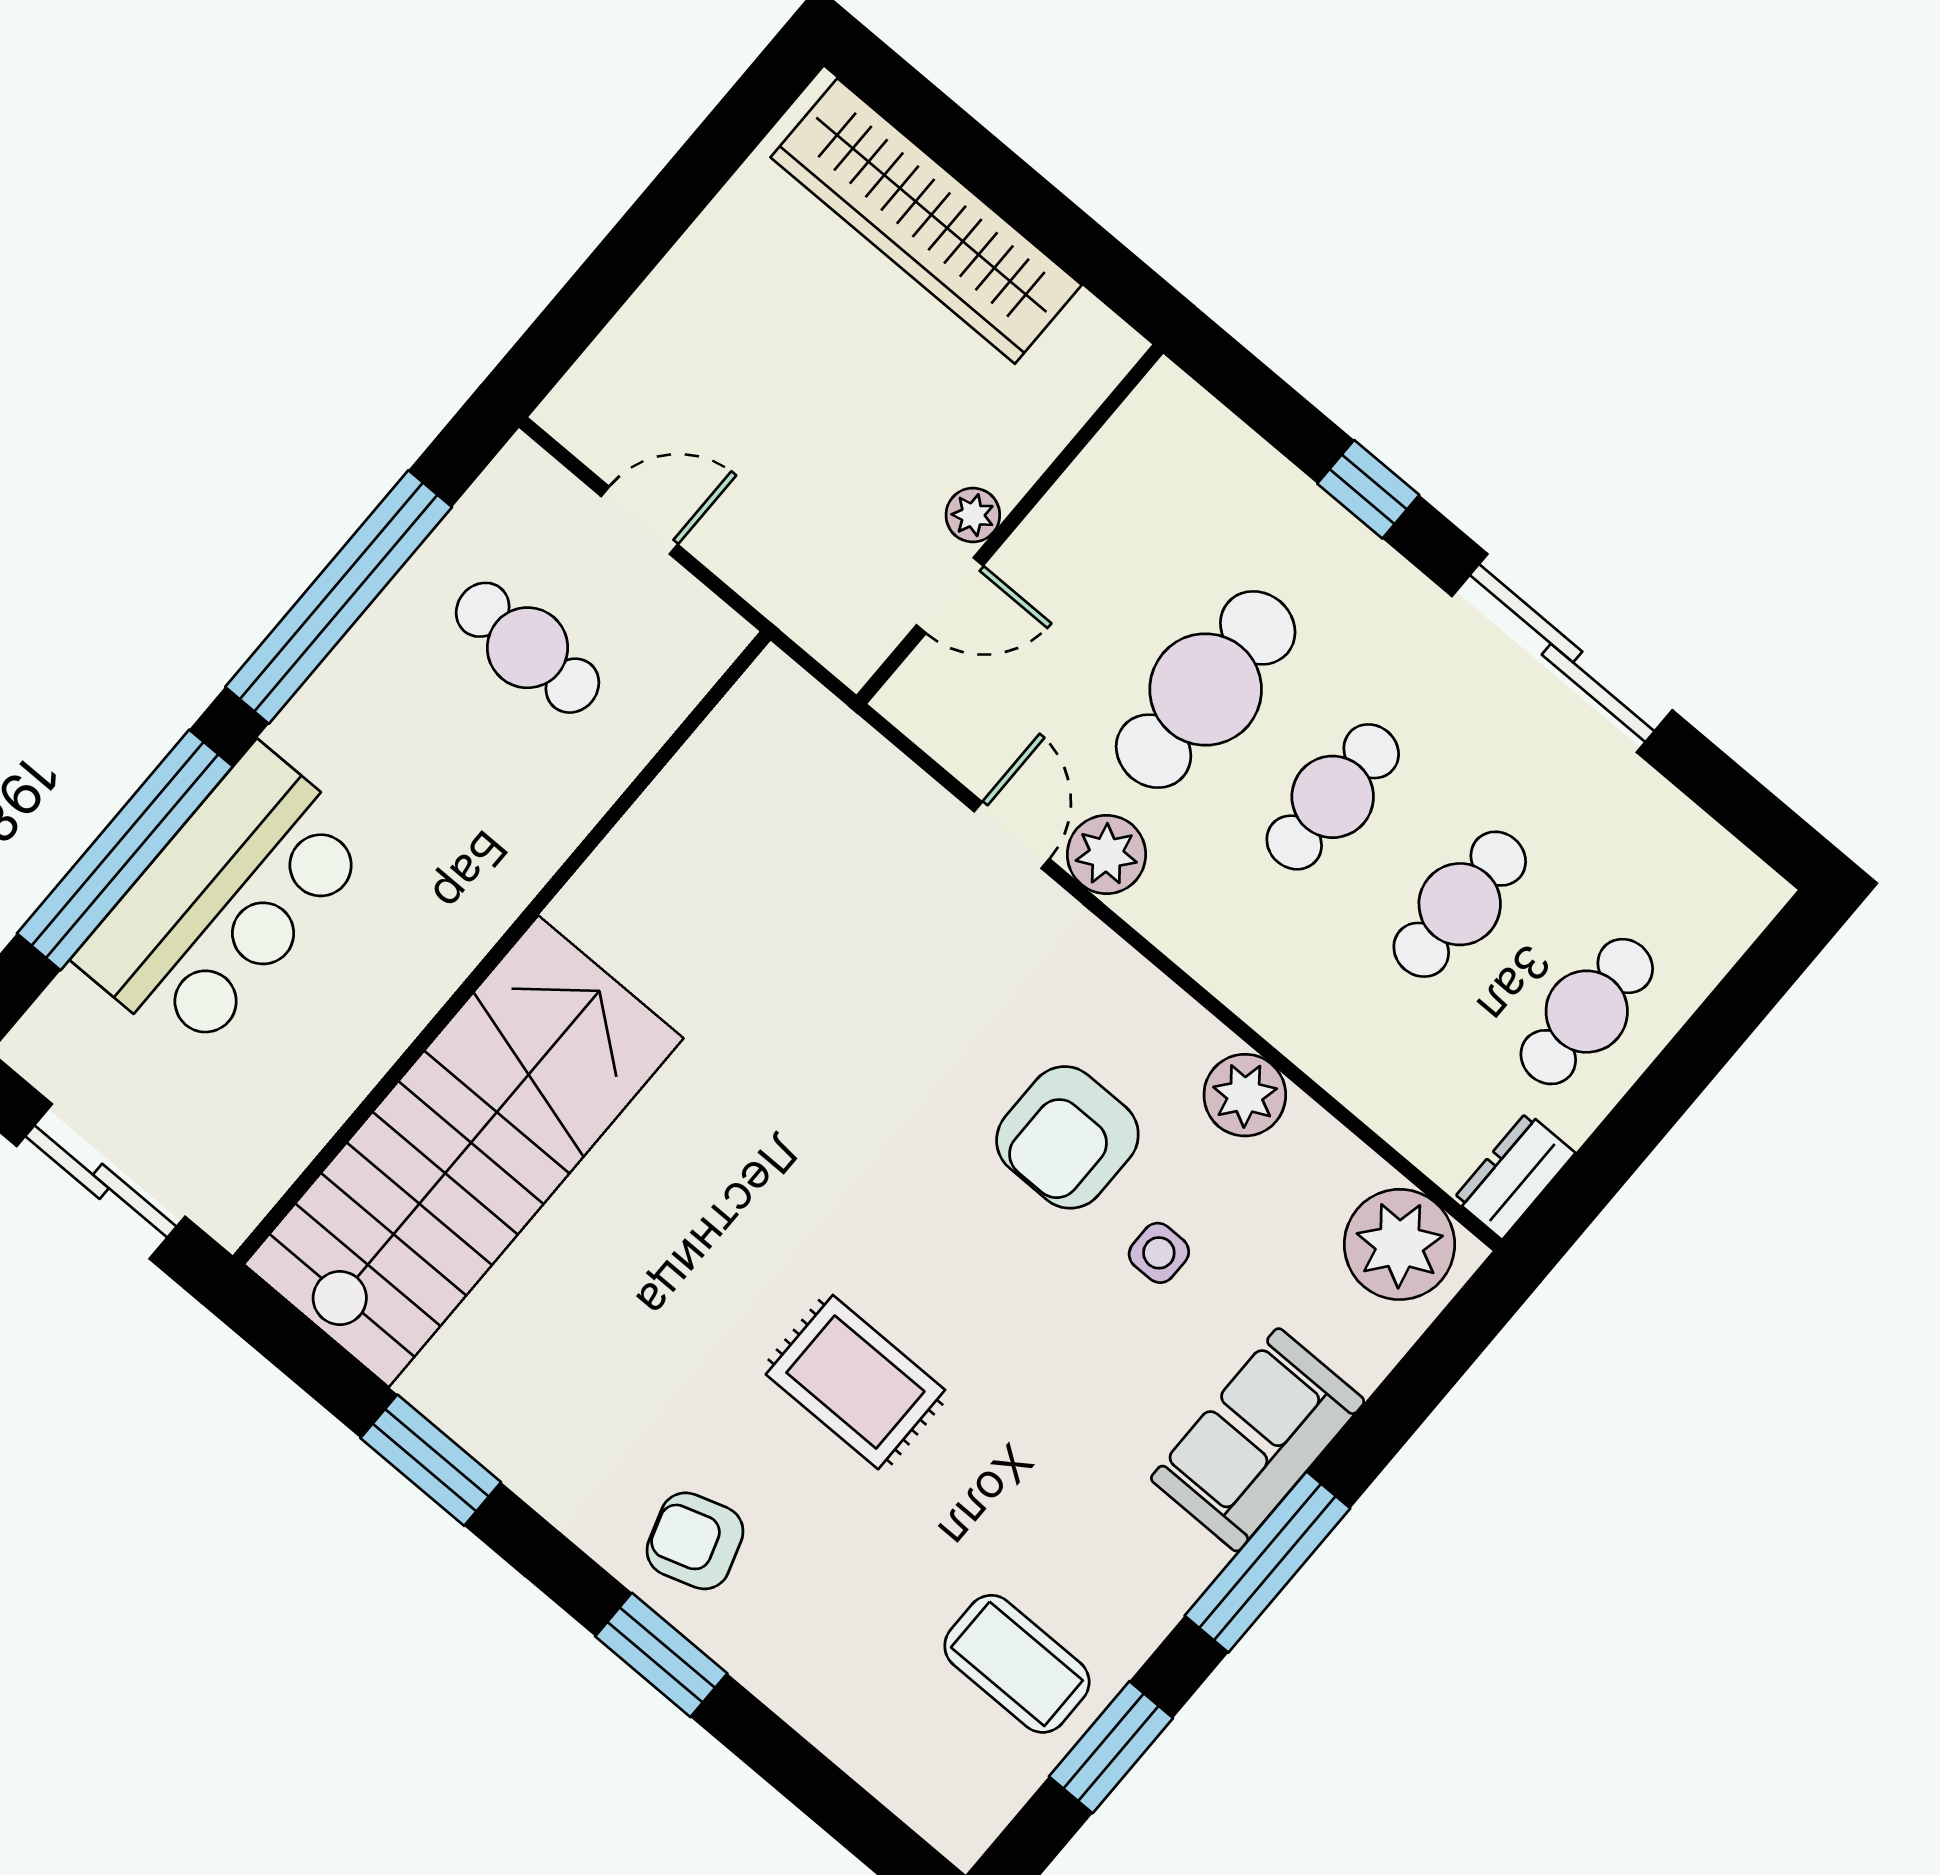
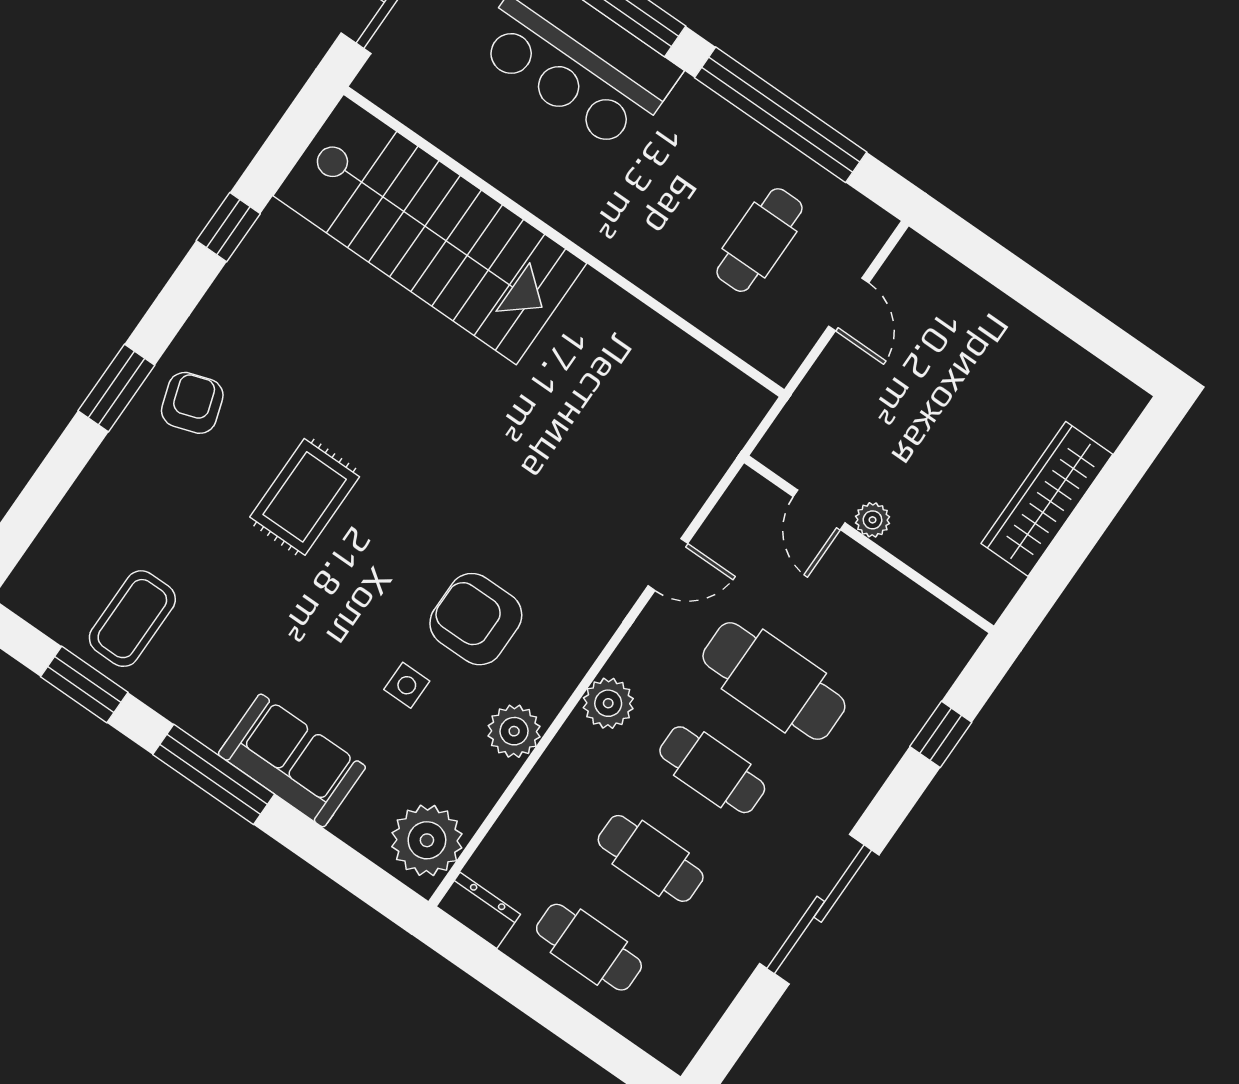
wardrobe: (926, 221) -> (1047, 499), width x0.71, depth x0.85
window: (1368, 489) -> (941, 734), moved
plant: (1106, 854) -> (608, 703), moved
window: (431, 1460) -> (228, 227), width x0.67

